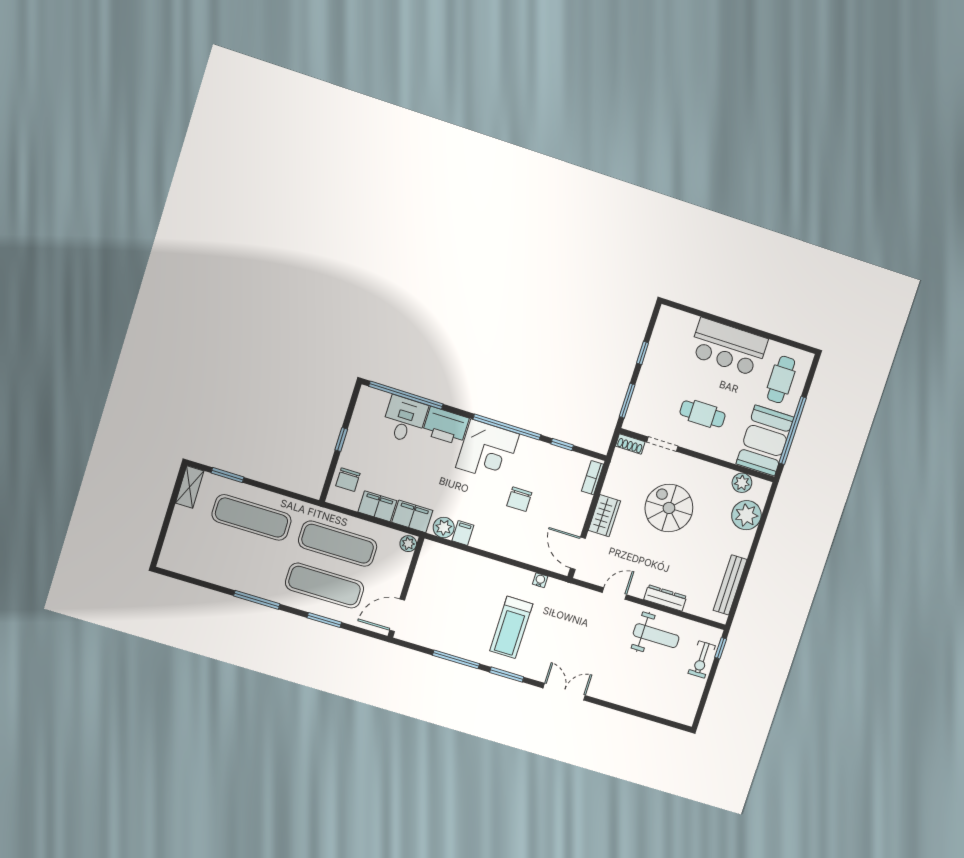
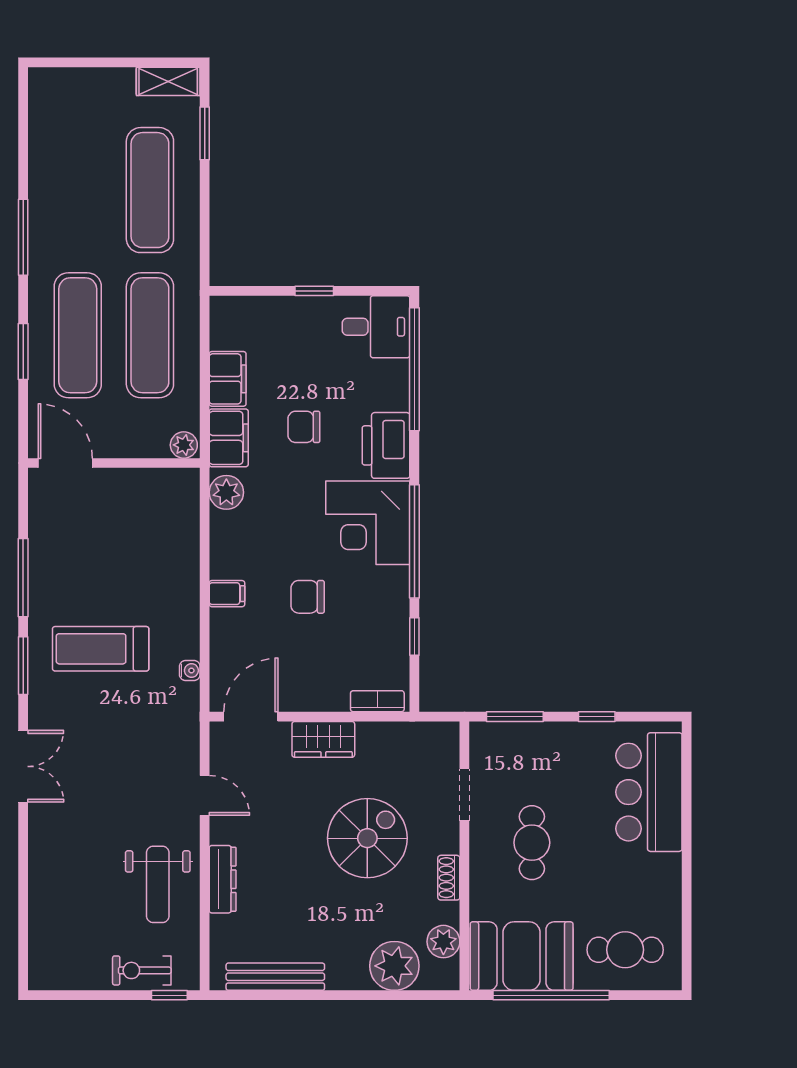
bar counter: (728, 347) -> (649, 792), moved
desk: (405, 420) -> (376, 327), moved
shoe rack: (630, 444) -> (449, 878), moved
chair: (348, 480) -> (304, 427), moved
filing cabinet: (463, 533) -> (227, 594), moved

